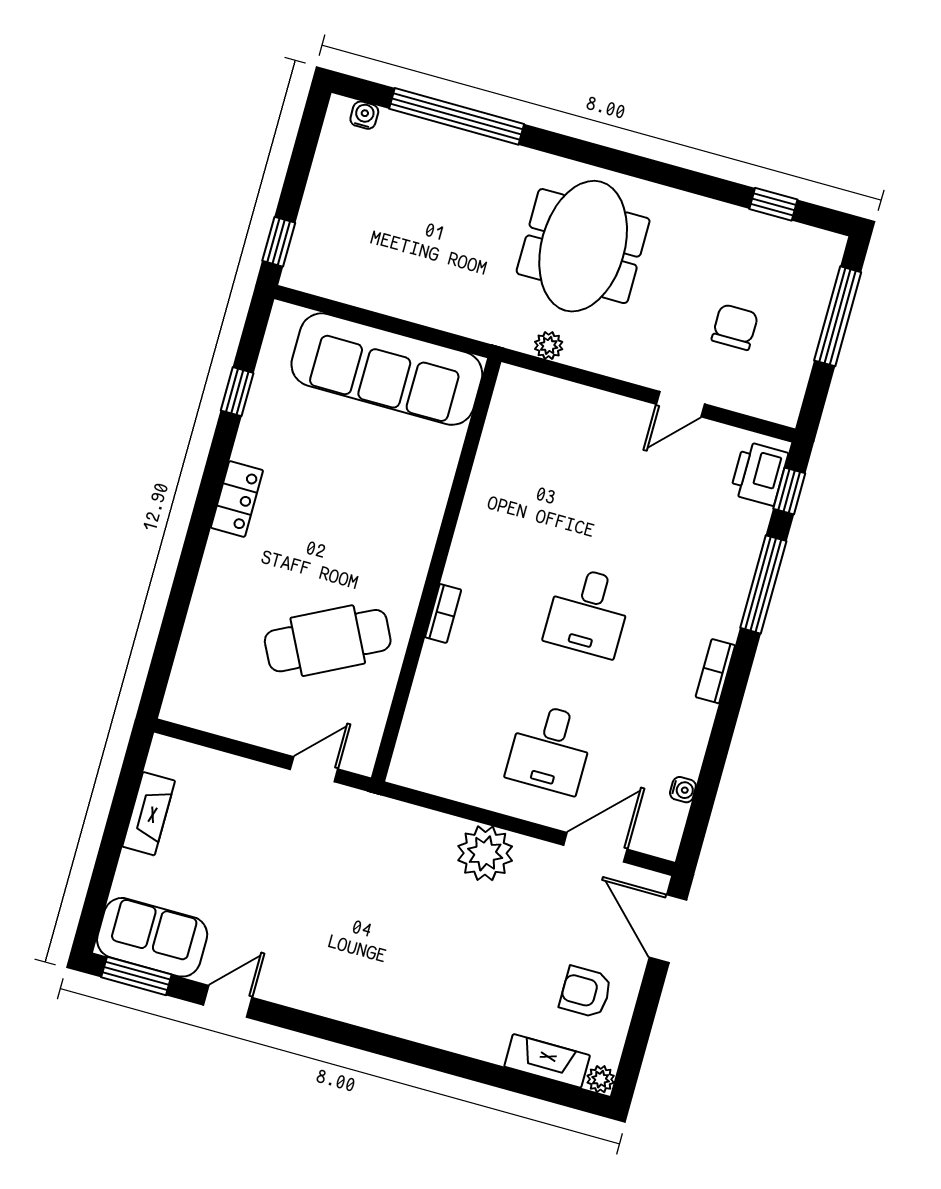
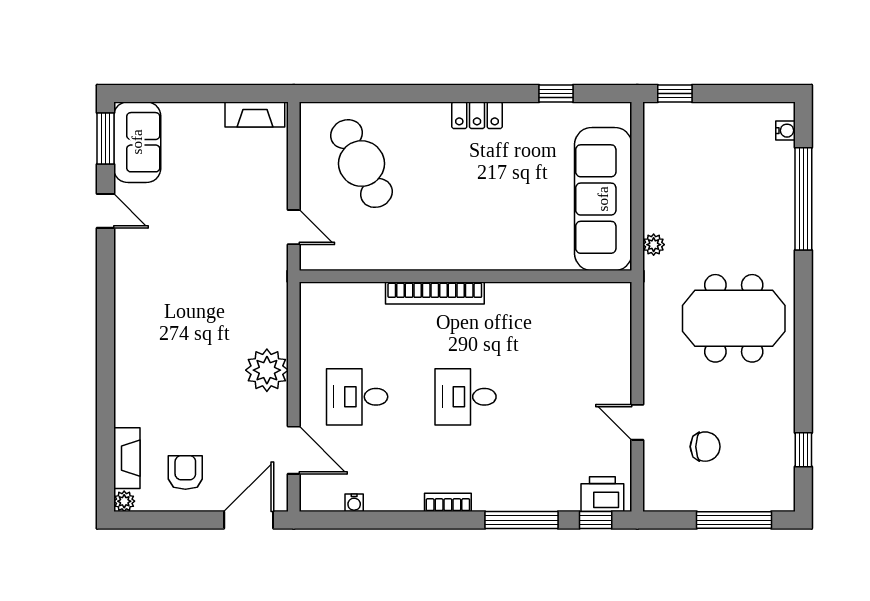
plant: (549, 345) -> (654, 245), moved
bookcase: (443, 613) -> (435, 293), width x2.31, depth x1.31
cafe table: (328, 641) -> (361, 164), moved
fireplace: (149, 814) -> (255, 114), moved

